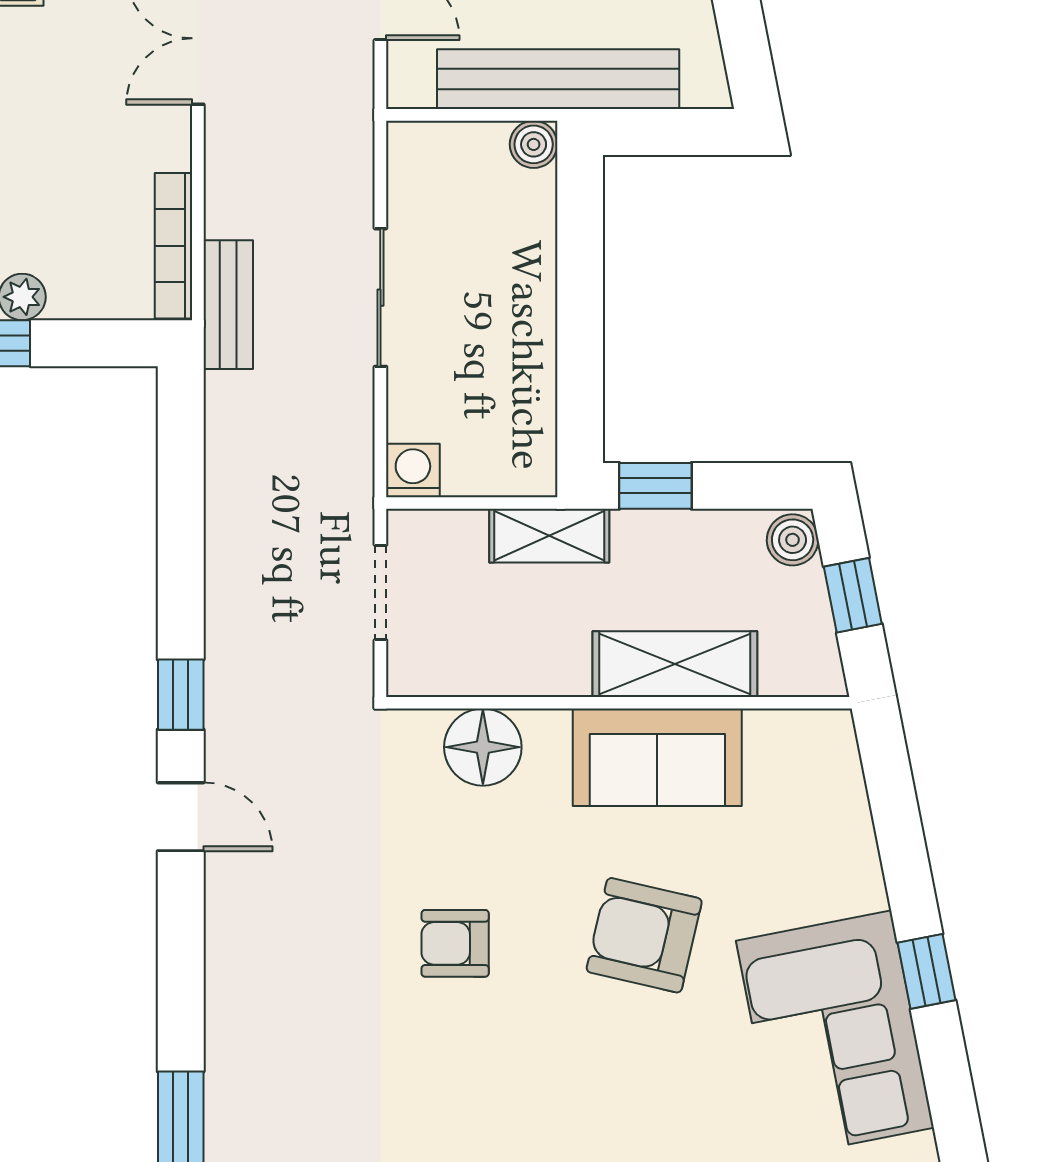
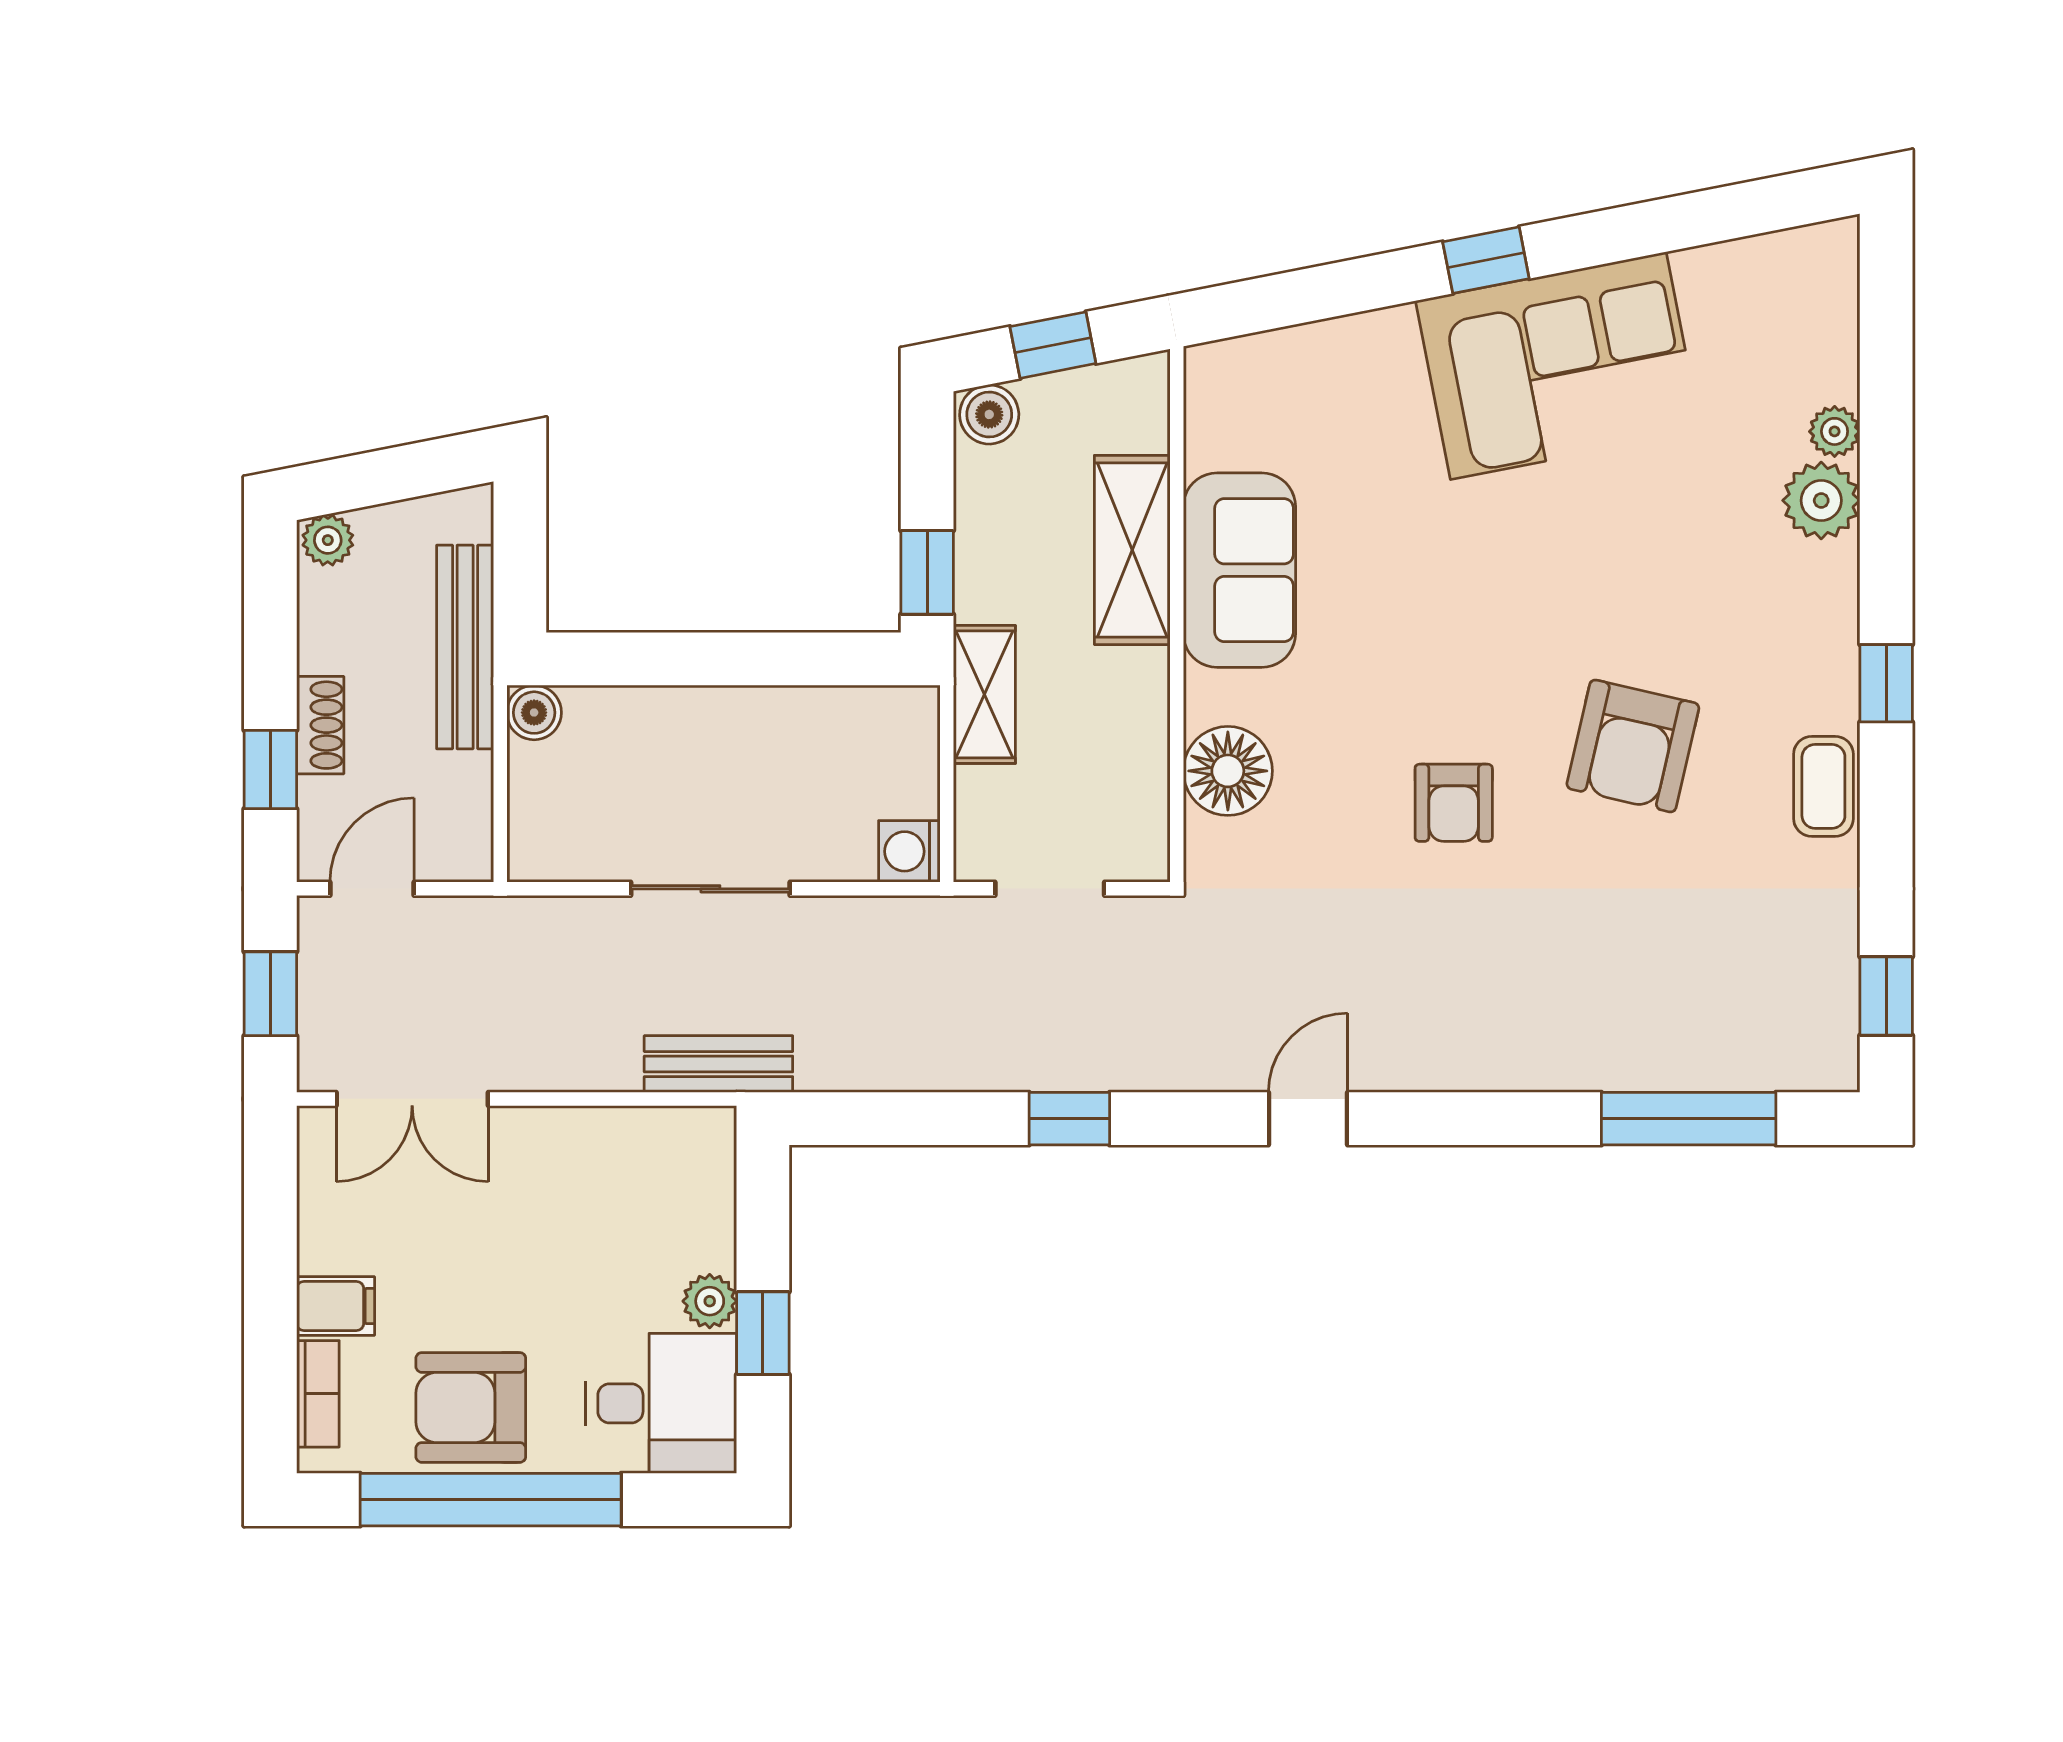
bench: (558, 79) -> (465, 647), width x0.73, depth x0.82
bookcase: (173, 246) -> (651, 1127), removed
window: (181, 695) -> (1069, 1119), moved
armchair: (644, 935) -> (1633, 746), moved

